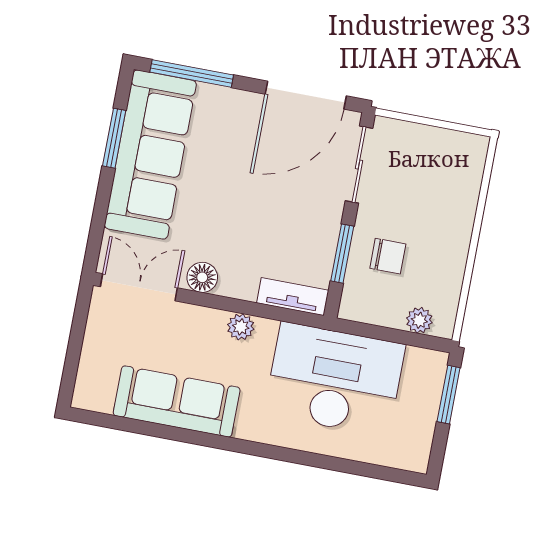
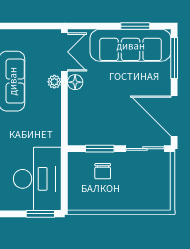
tv unit: (293, 297) -> (74, 128), removed
plant: (419, 320) -> (74, 193), removed
plant: (241, 327) -> (54, 82), moved
desk: (335, 379) -> (37, 179), moved

